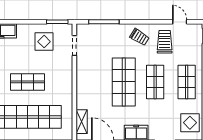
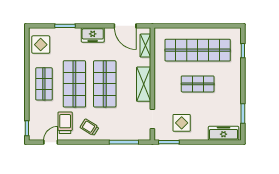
door: (180, 22) -> (51, 142), swing flipped
trolley: (165, 42) -> (65, 123), turned 180
shelving: (83, 82) -> (144, 84), added
shop shelf: (155, 82) -> (74, 84), width x1.43, depth x1.36

